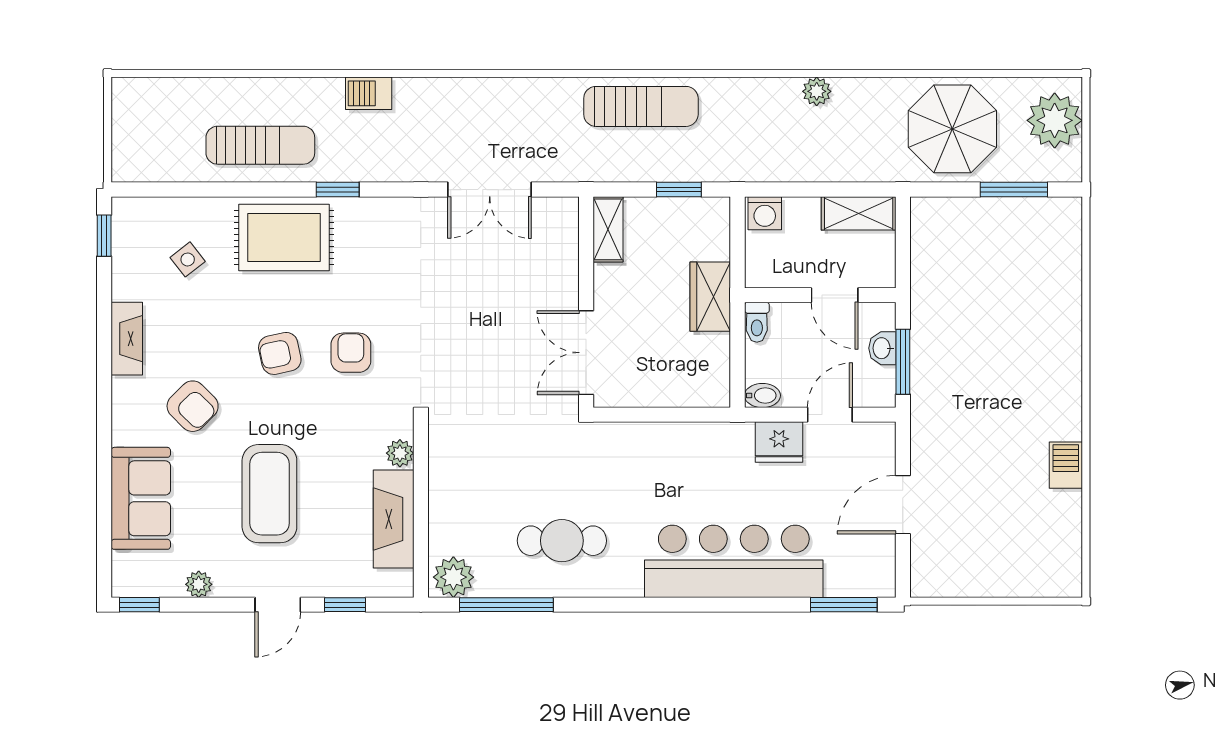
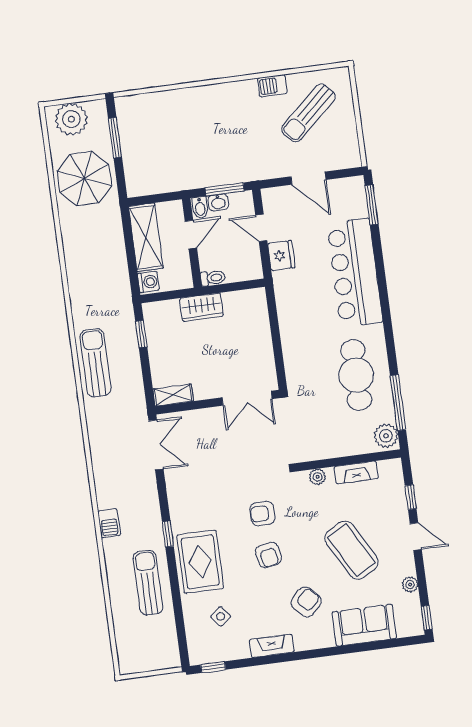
plant: (817, 91) -> (73, 261), removed
shelving: (859, 213) -> (146, 237), width x1.50, depth x1.33
shelving: (608, 229) -> (173, 395), moved
wall: (586, 302) -> (217, 402), moved
double door: (586, 353) -> (247, 398), moved
bidet: (762, 395) -> (200, 207), moved, turned 180
coffee table: (269, 494) -> (351, 550), turned 61
fireplace: (394, 519) -> (356, 473), width x0.73, depth x0.76
sun lounger: (1012, 519) -> (308, 113), added
cafe table: (562, 541) -> (356, 375), width x1.37, depth x1.35

